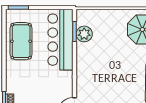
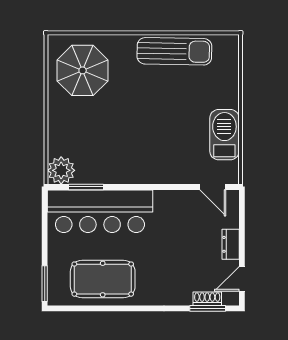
plant: (84, 34) -> (61, 170), moved

